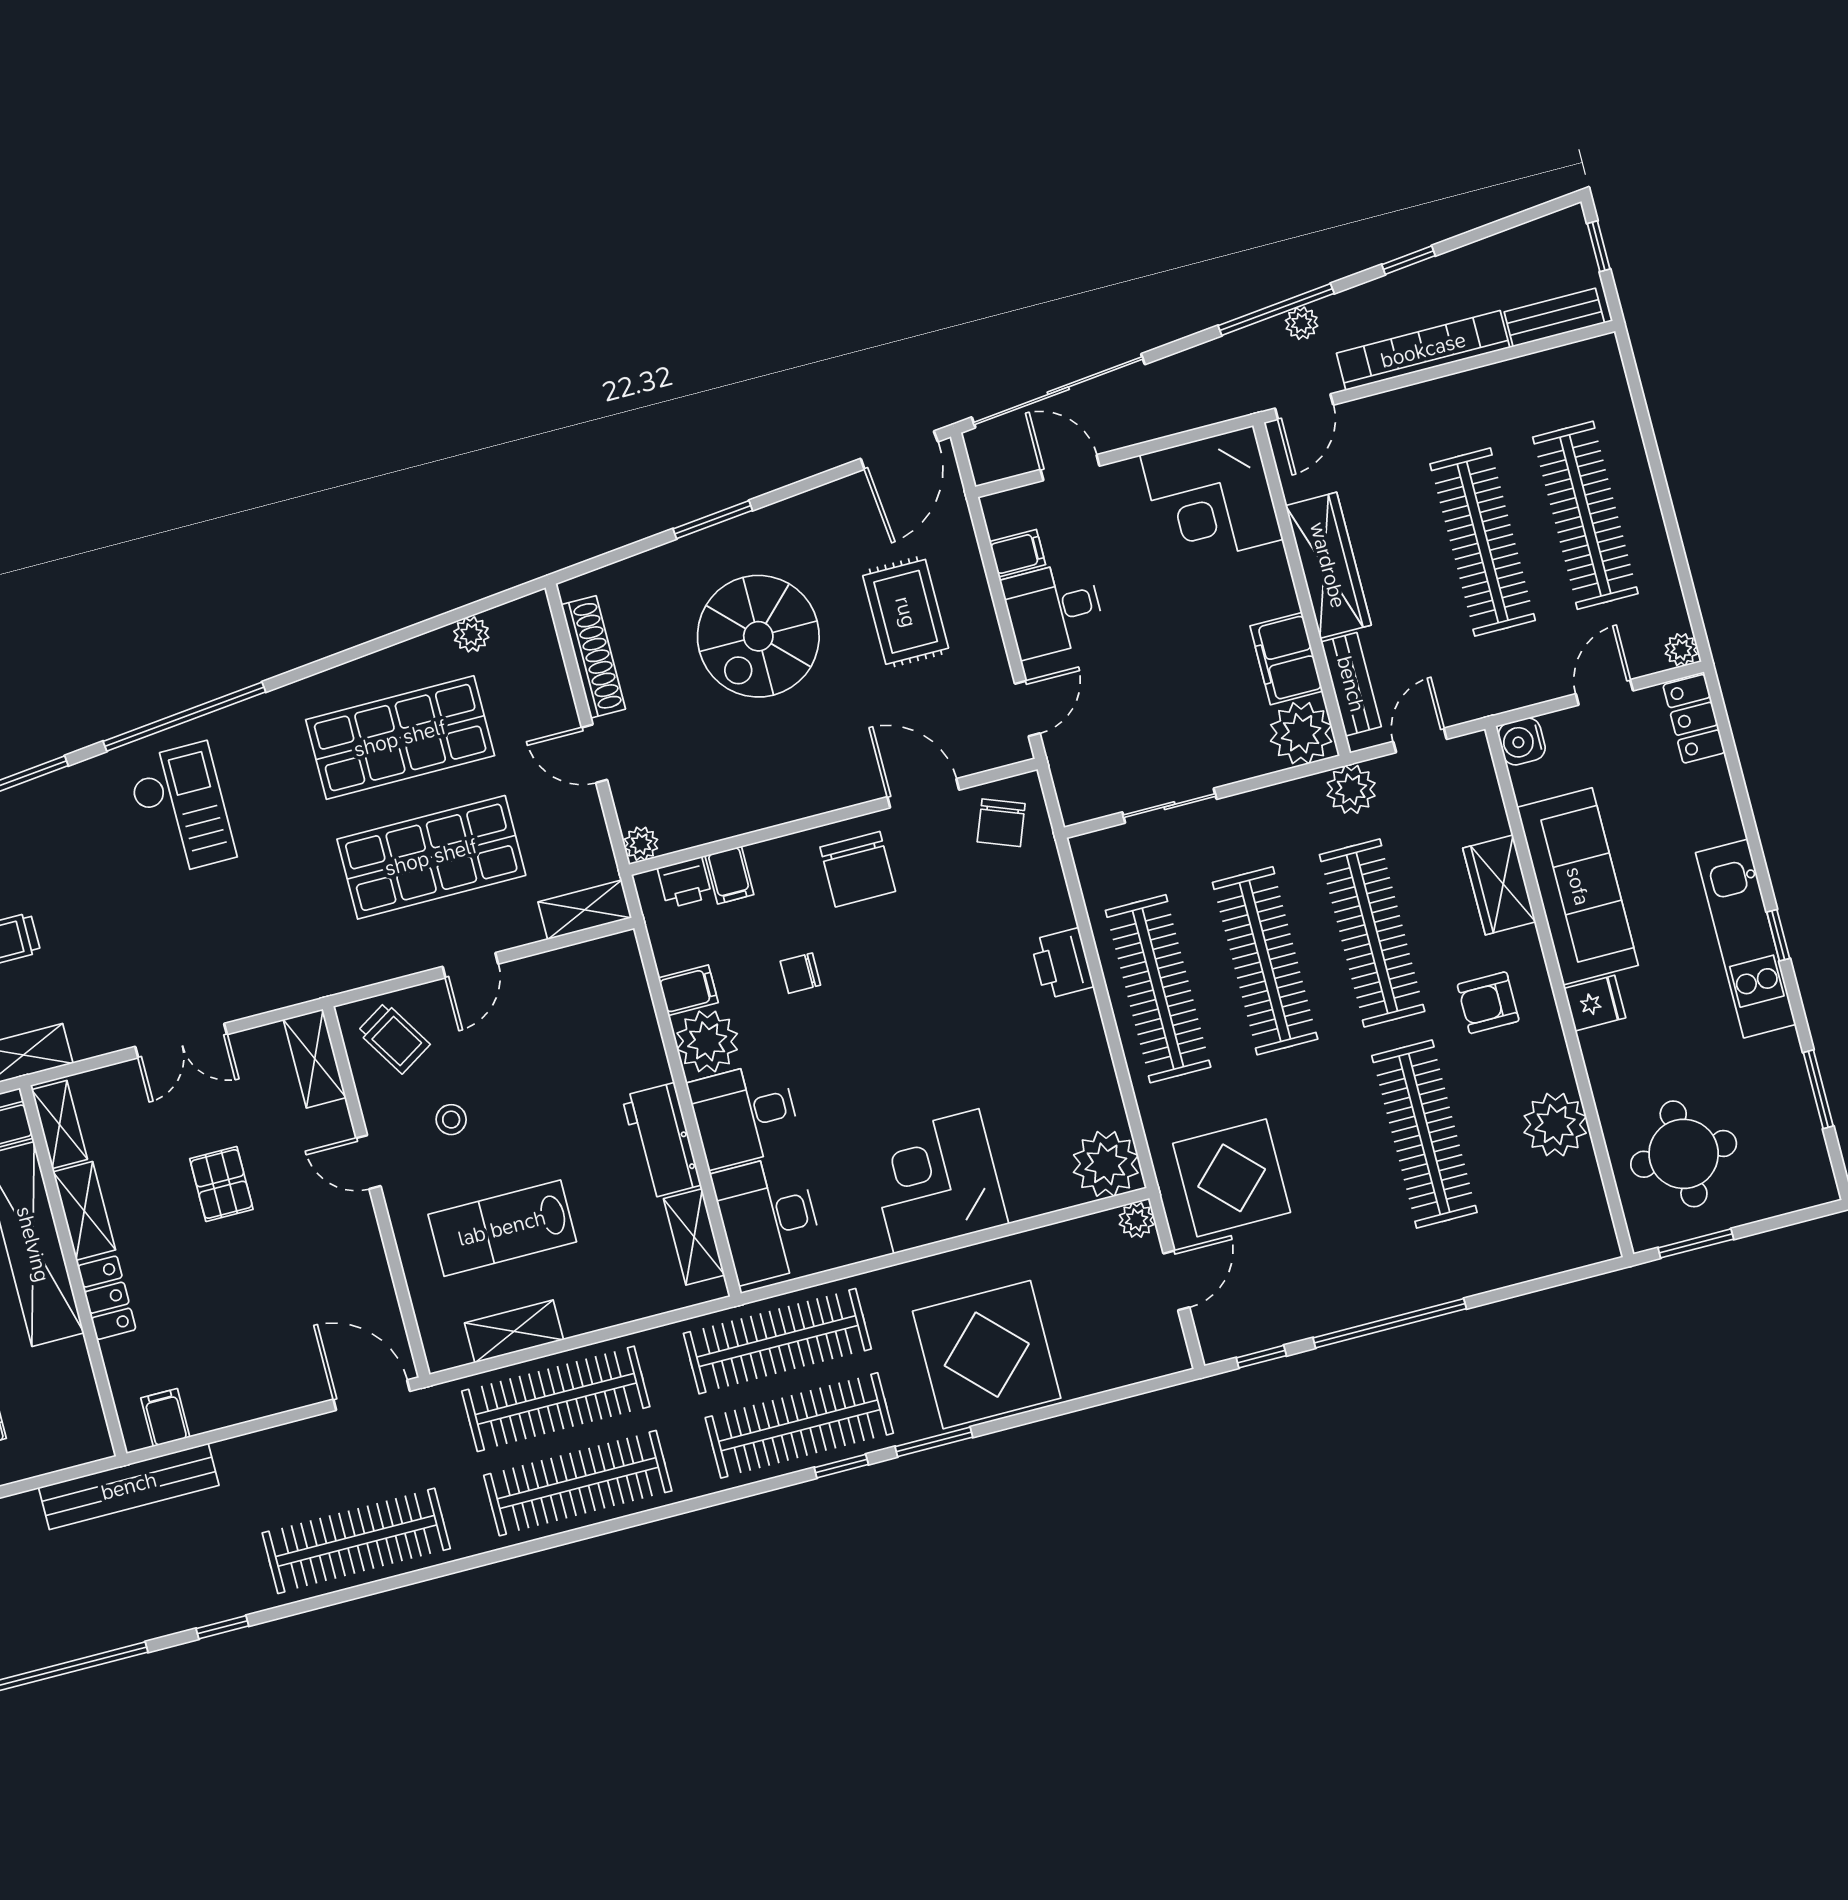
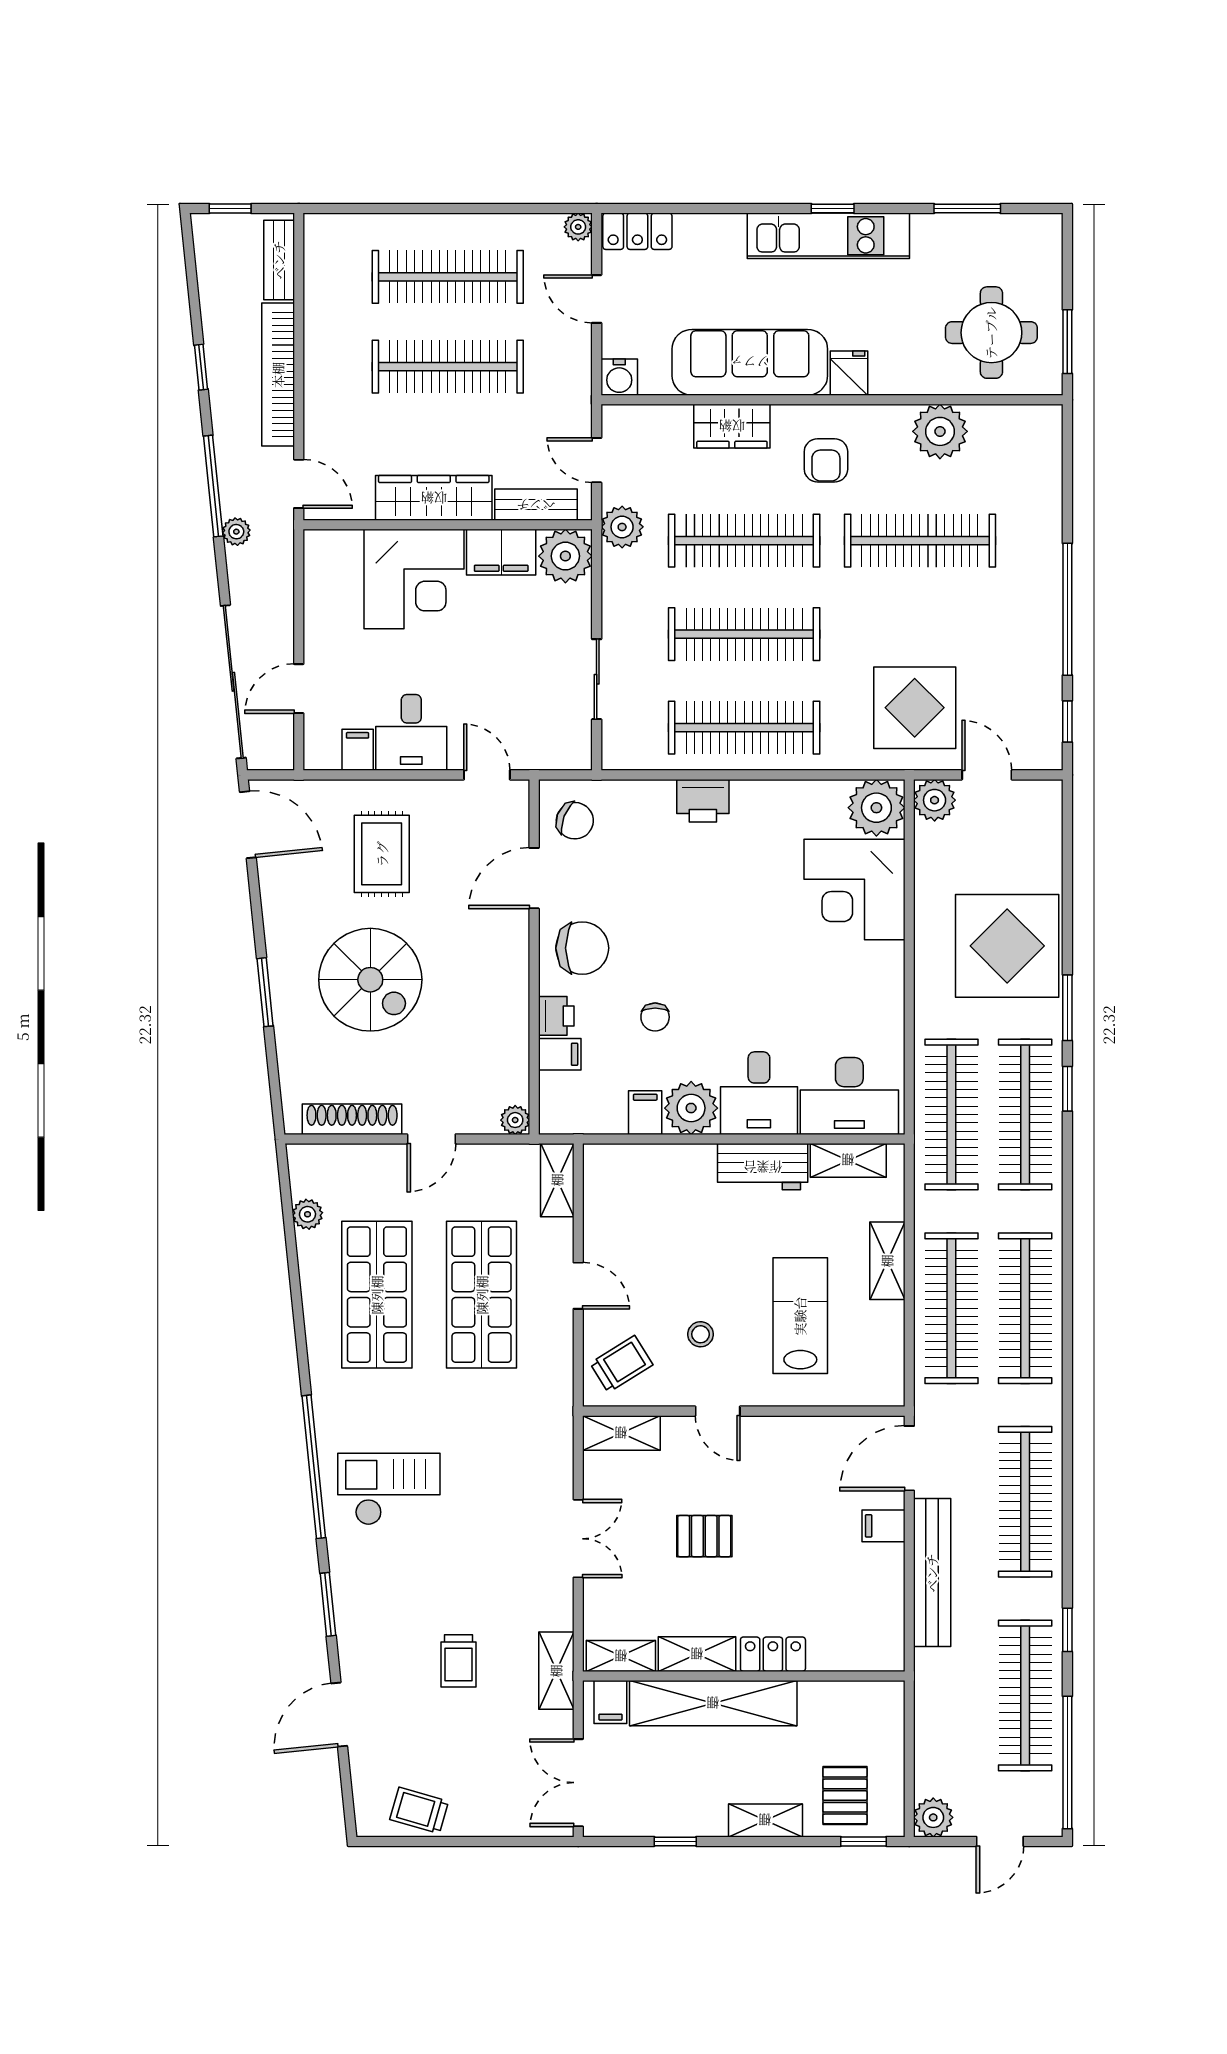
plant: (1302, 323) -> (236, 532), moved
corner desk: (1211, 497) -> (414, 579), moved
rug: (906, 612) -> (382, 854), turned 90
printer: (685, 883) -> (556, 1016), moved
door: (368, 1162) -> (718, 1411), hinge flipped
corner desk: (936, 1181) -> (854, 889), moved
plant: (1137, 1220) -> (935, 800), width x1.38, depth x1.38
lab bench: (502, 1228) -> (800, 1316), turned 180
shelving: (514, 1331) -> (887, 1261), moved
filing cabinet: (165, 1418) -> (884, 1526), moved
bench: (129, 1486) -> (932, 1573), moved
clothes rail: (135, 1599) -> (1025, 1696), added

